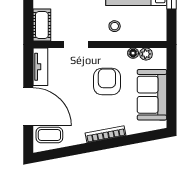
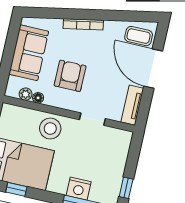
cot: (42, 25) -> (121, 146), removed
stool: (115, 26) -> (50, 129), width x1.89, depth x1.89
armchair: (107, 82) -> (70, 76), turned 180

